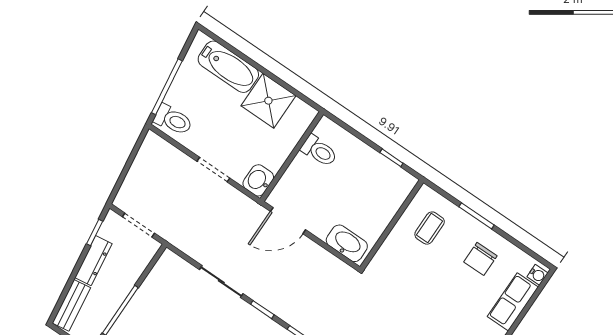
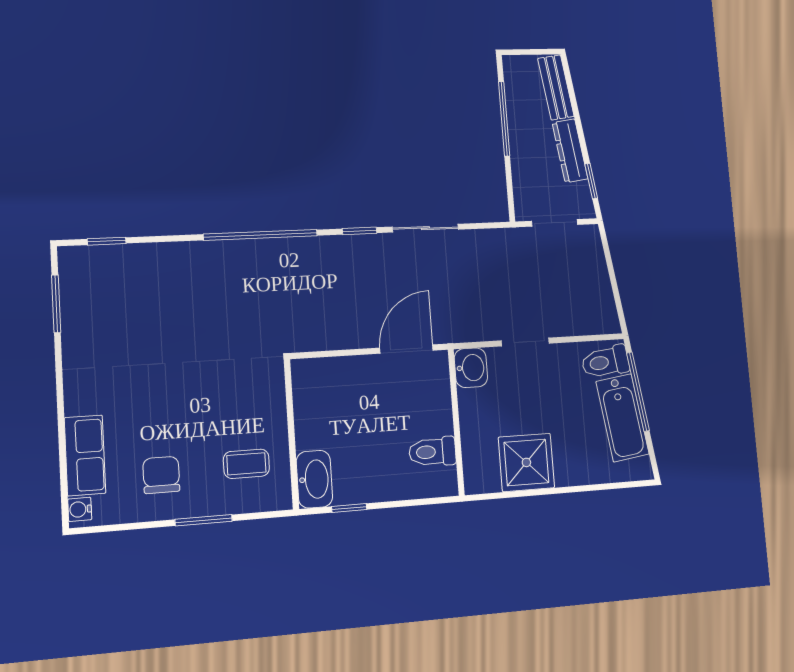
bathtub: (228, 67) -> (622, 418), moved, turned -98
coffee table: (430, 228) -> (246, 464), turned 90
washbasin: (347, 243) -> (314, 479), moved, turned -90

